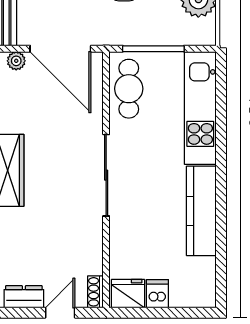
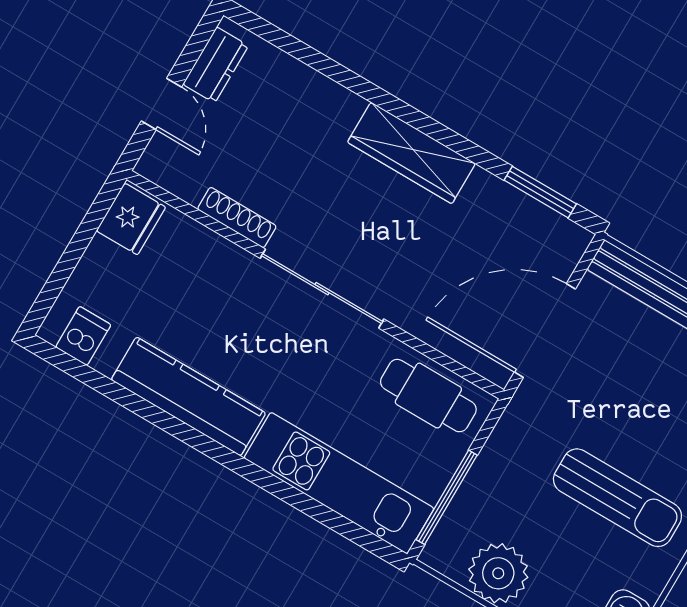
window: (153, 49) -> (447, 497), moved
plant: (16, 61) -> (565, 256), removed
shoe rack: (95, 292) -> (237, 218), moved, width x1.43
dishwasher: (157, 294) -> (83, 336), moved, turned -90

